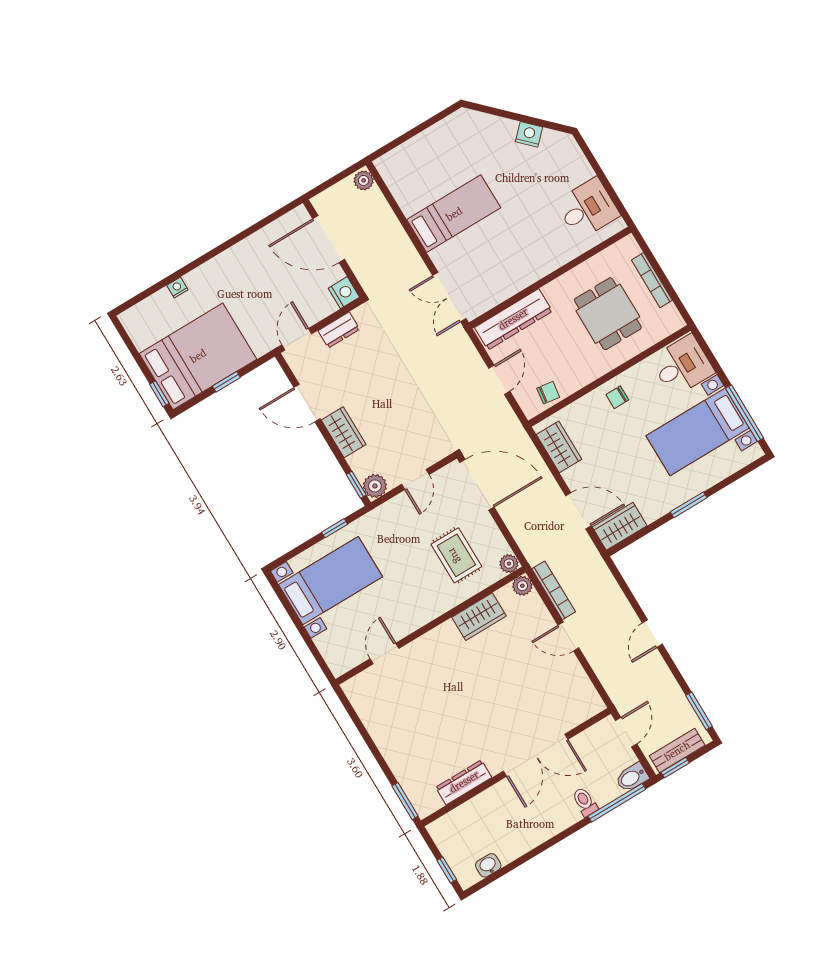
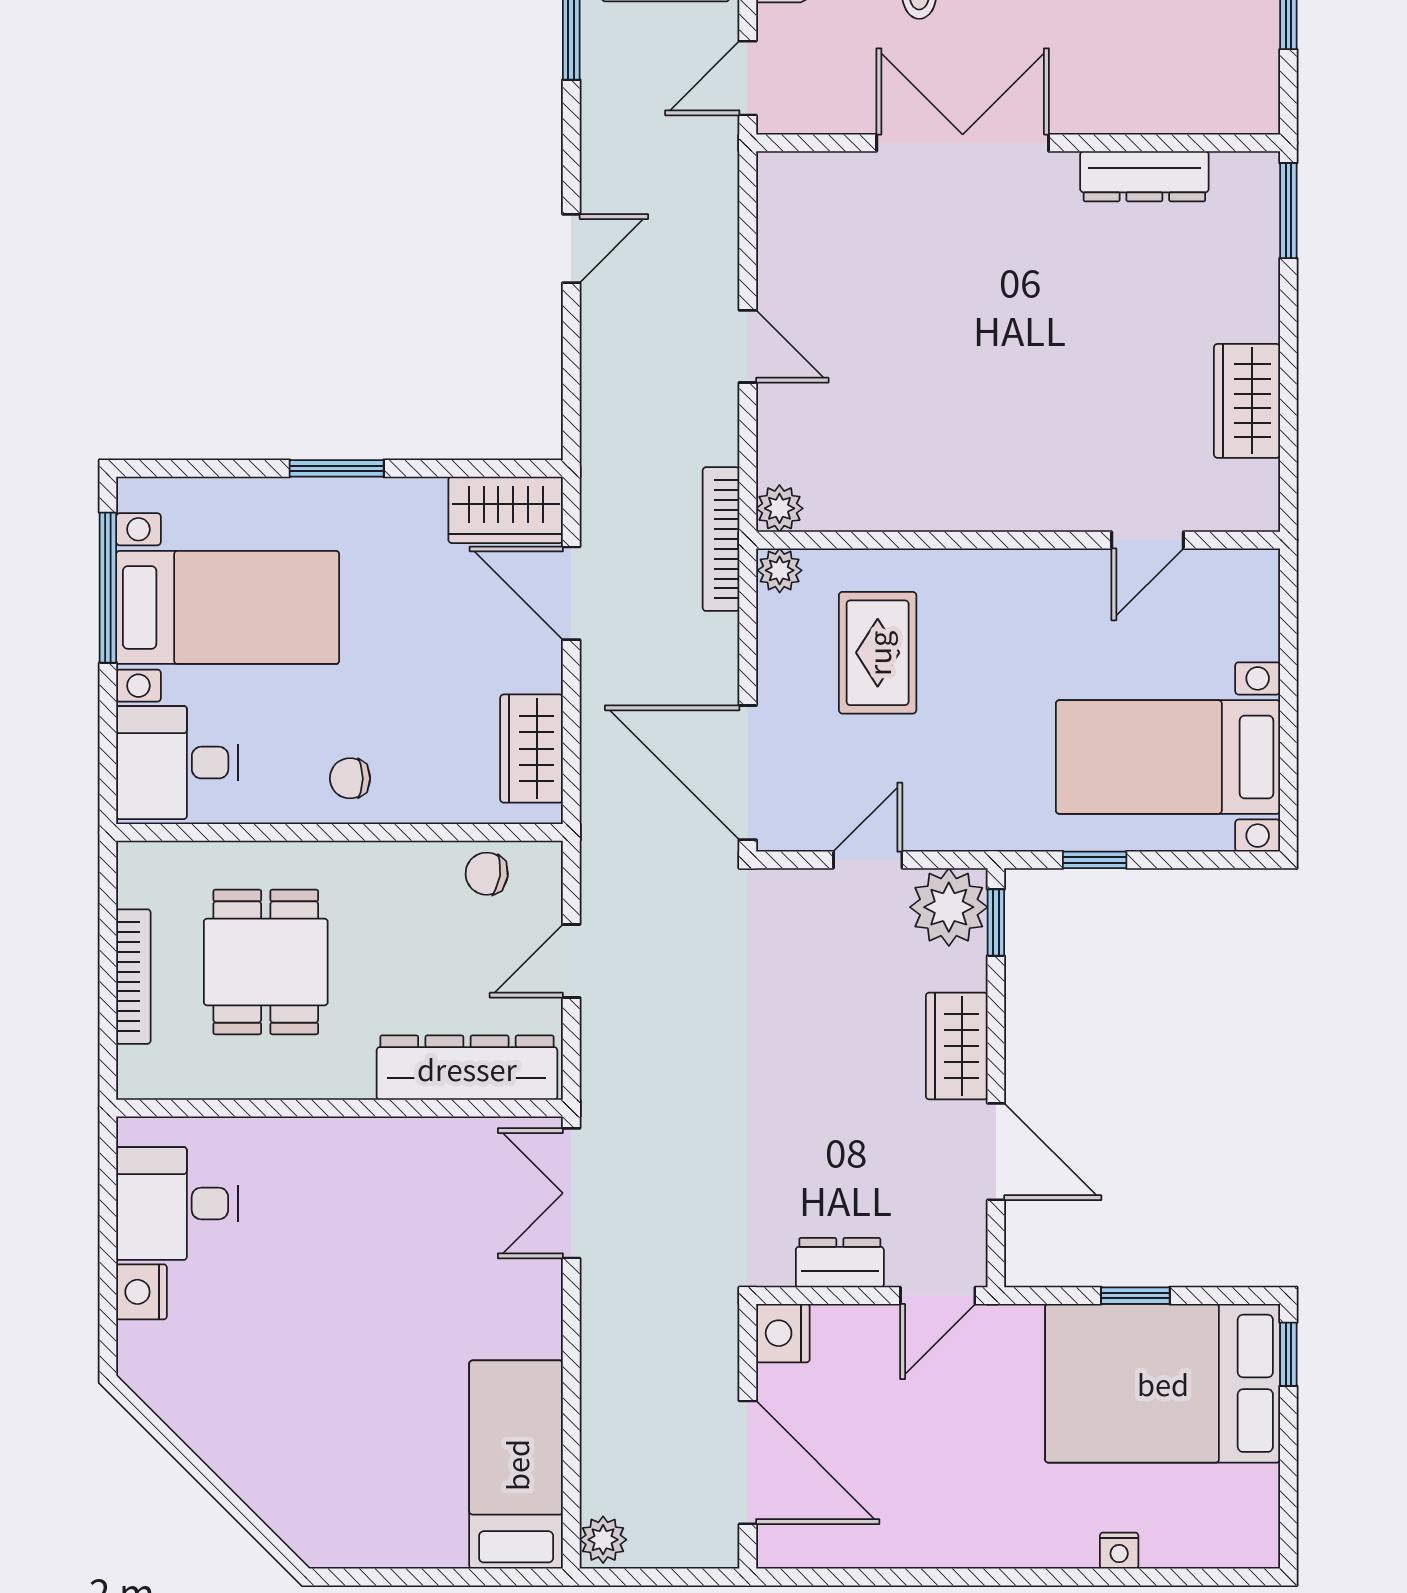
nightstand: (529, 134) -> (142, 1292), moved, turned 45
bed: (454, 214) -> (516, 1465), moved, turned 90
double door: (449, 297) -> (571, 1193), swing flipped
chair: (617, 397) -> (350, 778), turned 180
plant: (375, 486) -> (949, 907), width x1.36, depth x1.36
bookcase: (554, 590) -> (721, 539), moved
wardrobe: (479, 617) -> (1247, 401), moved, turned -90

